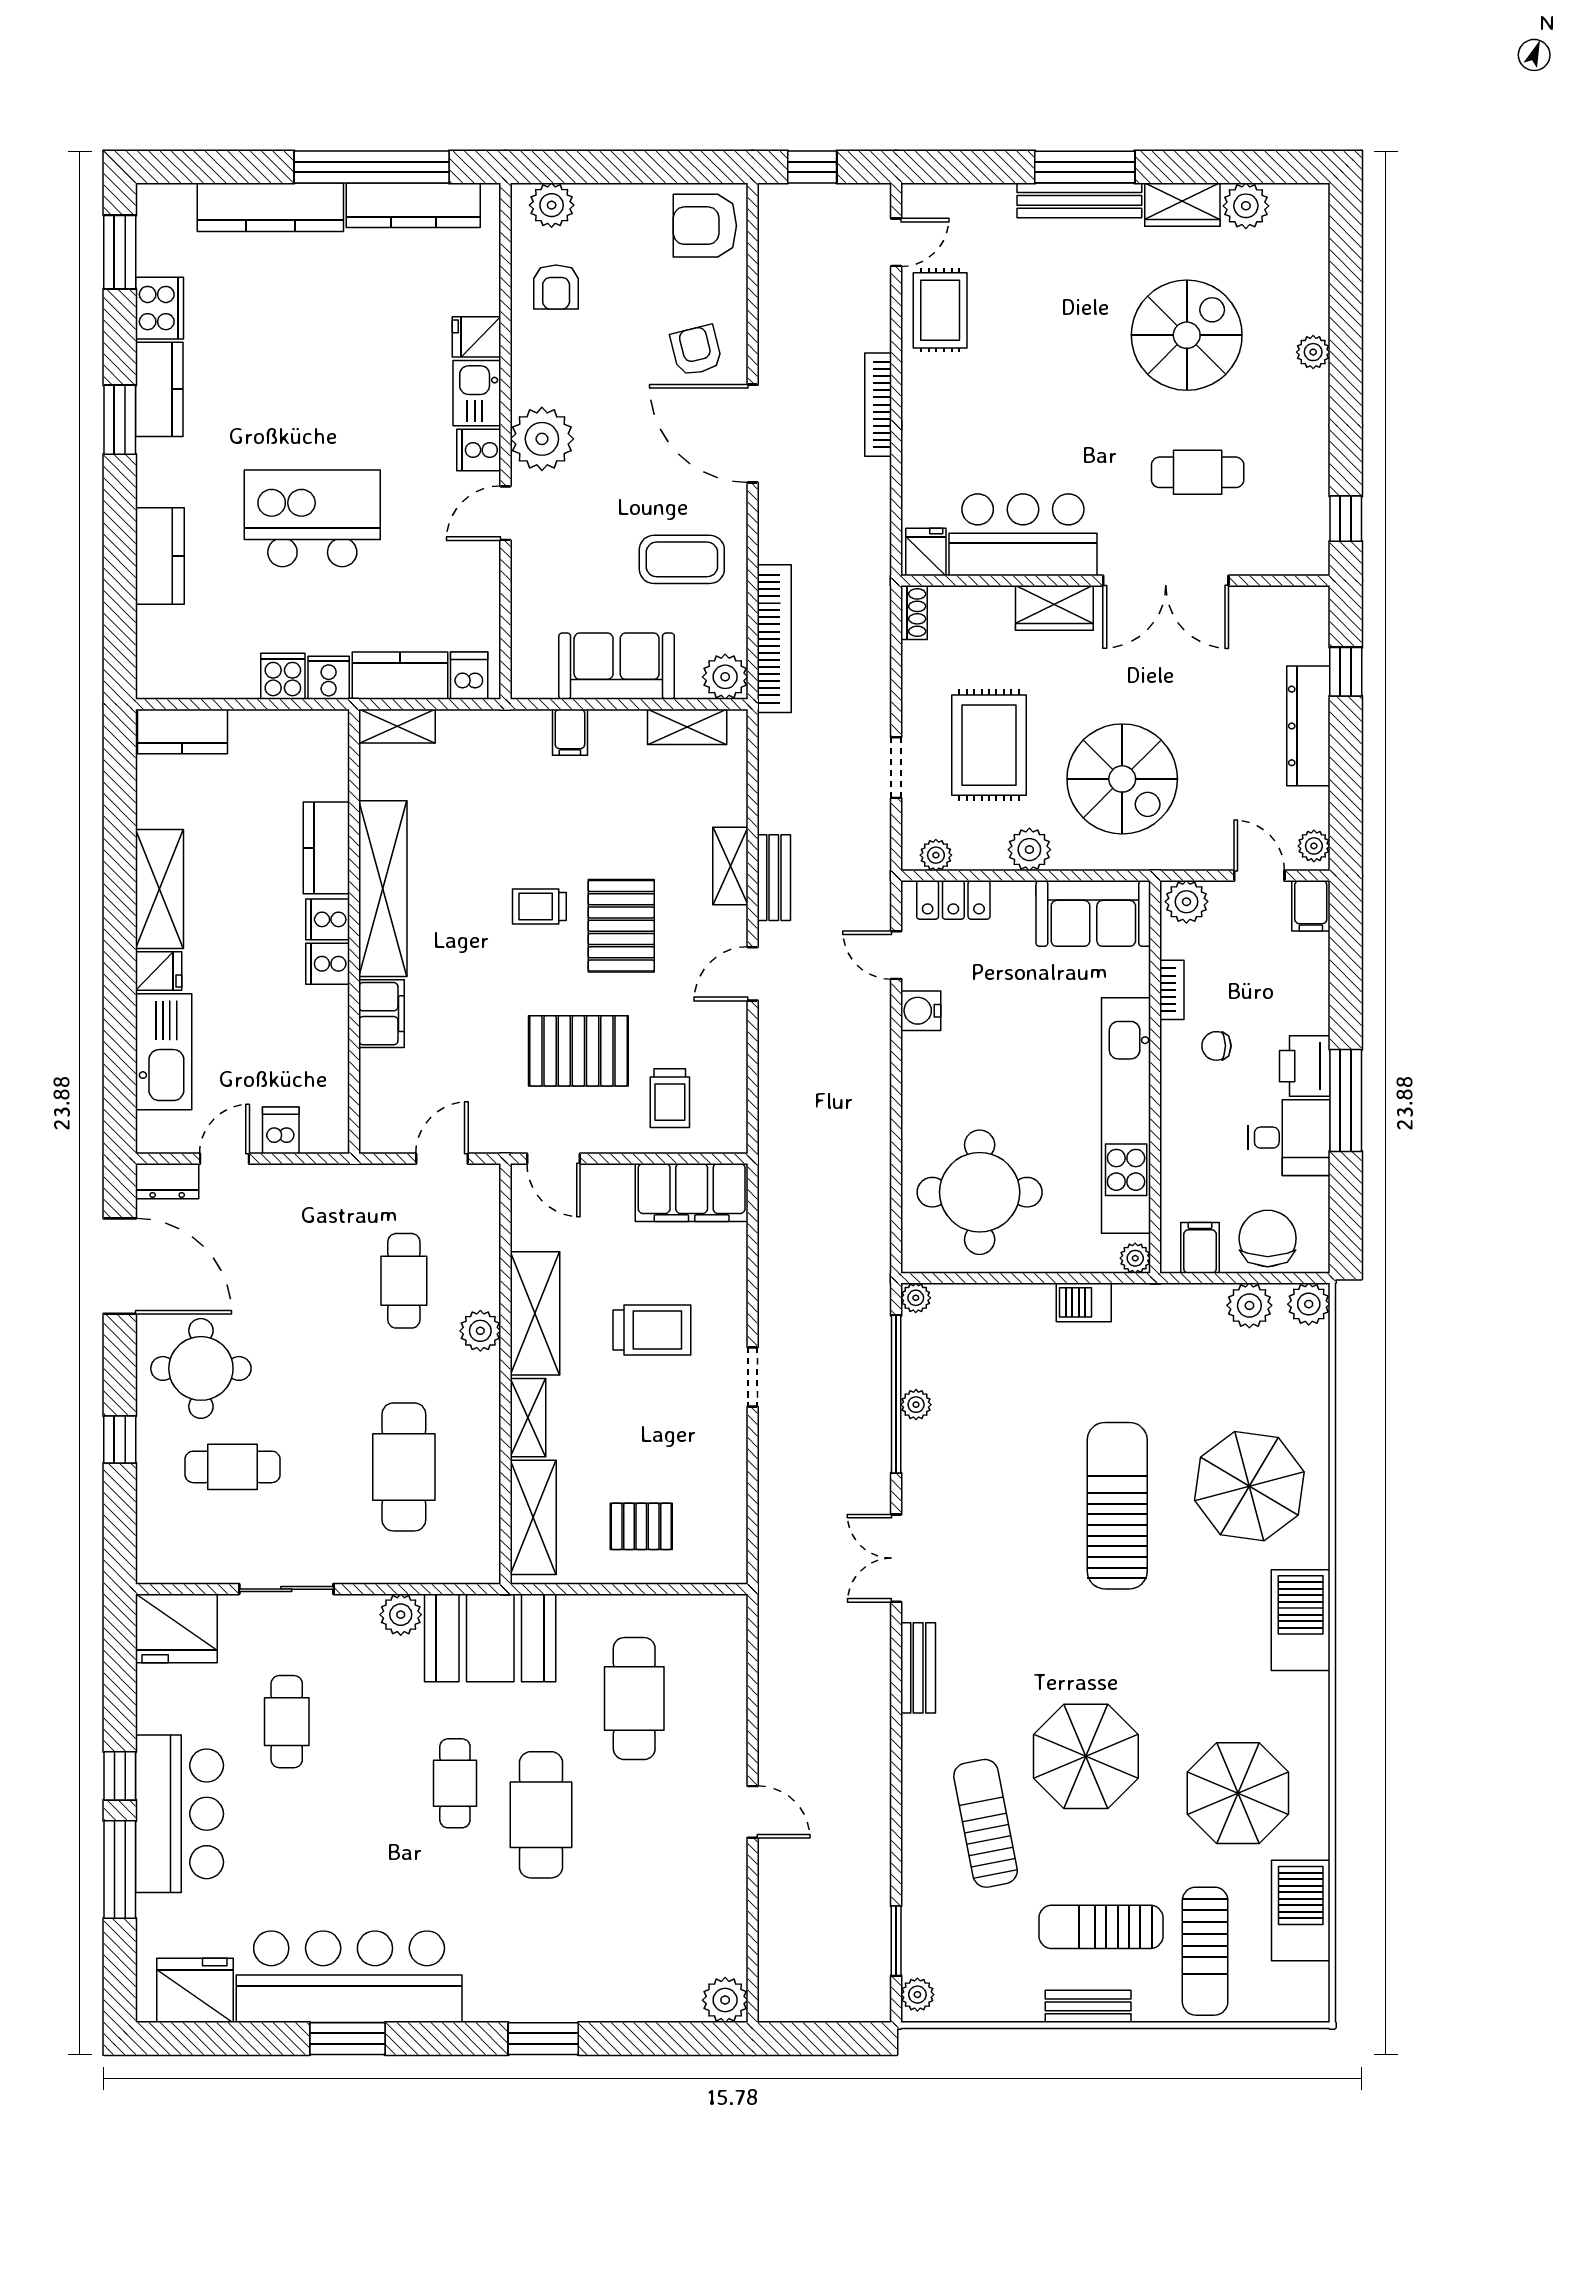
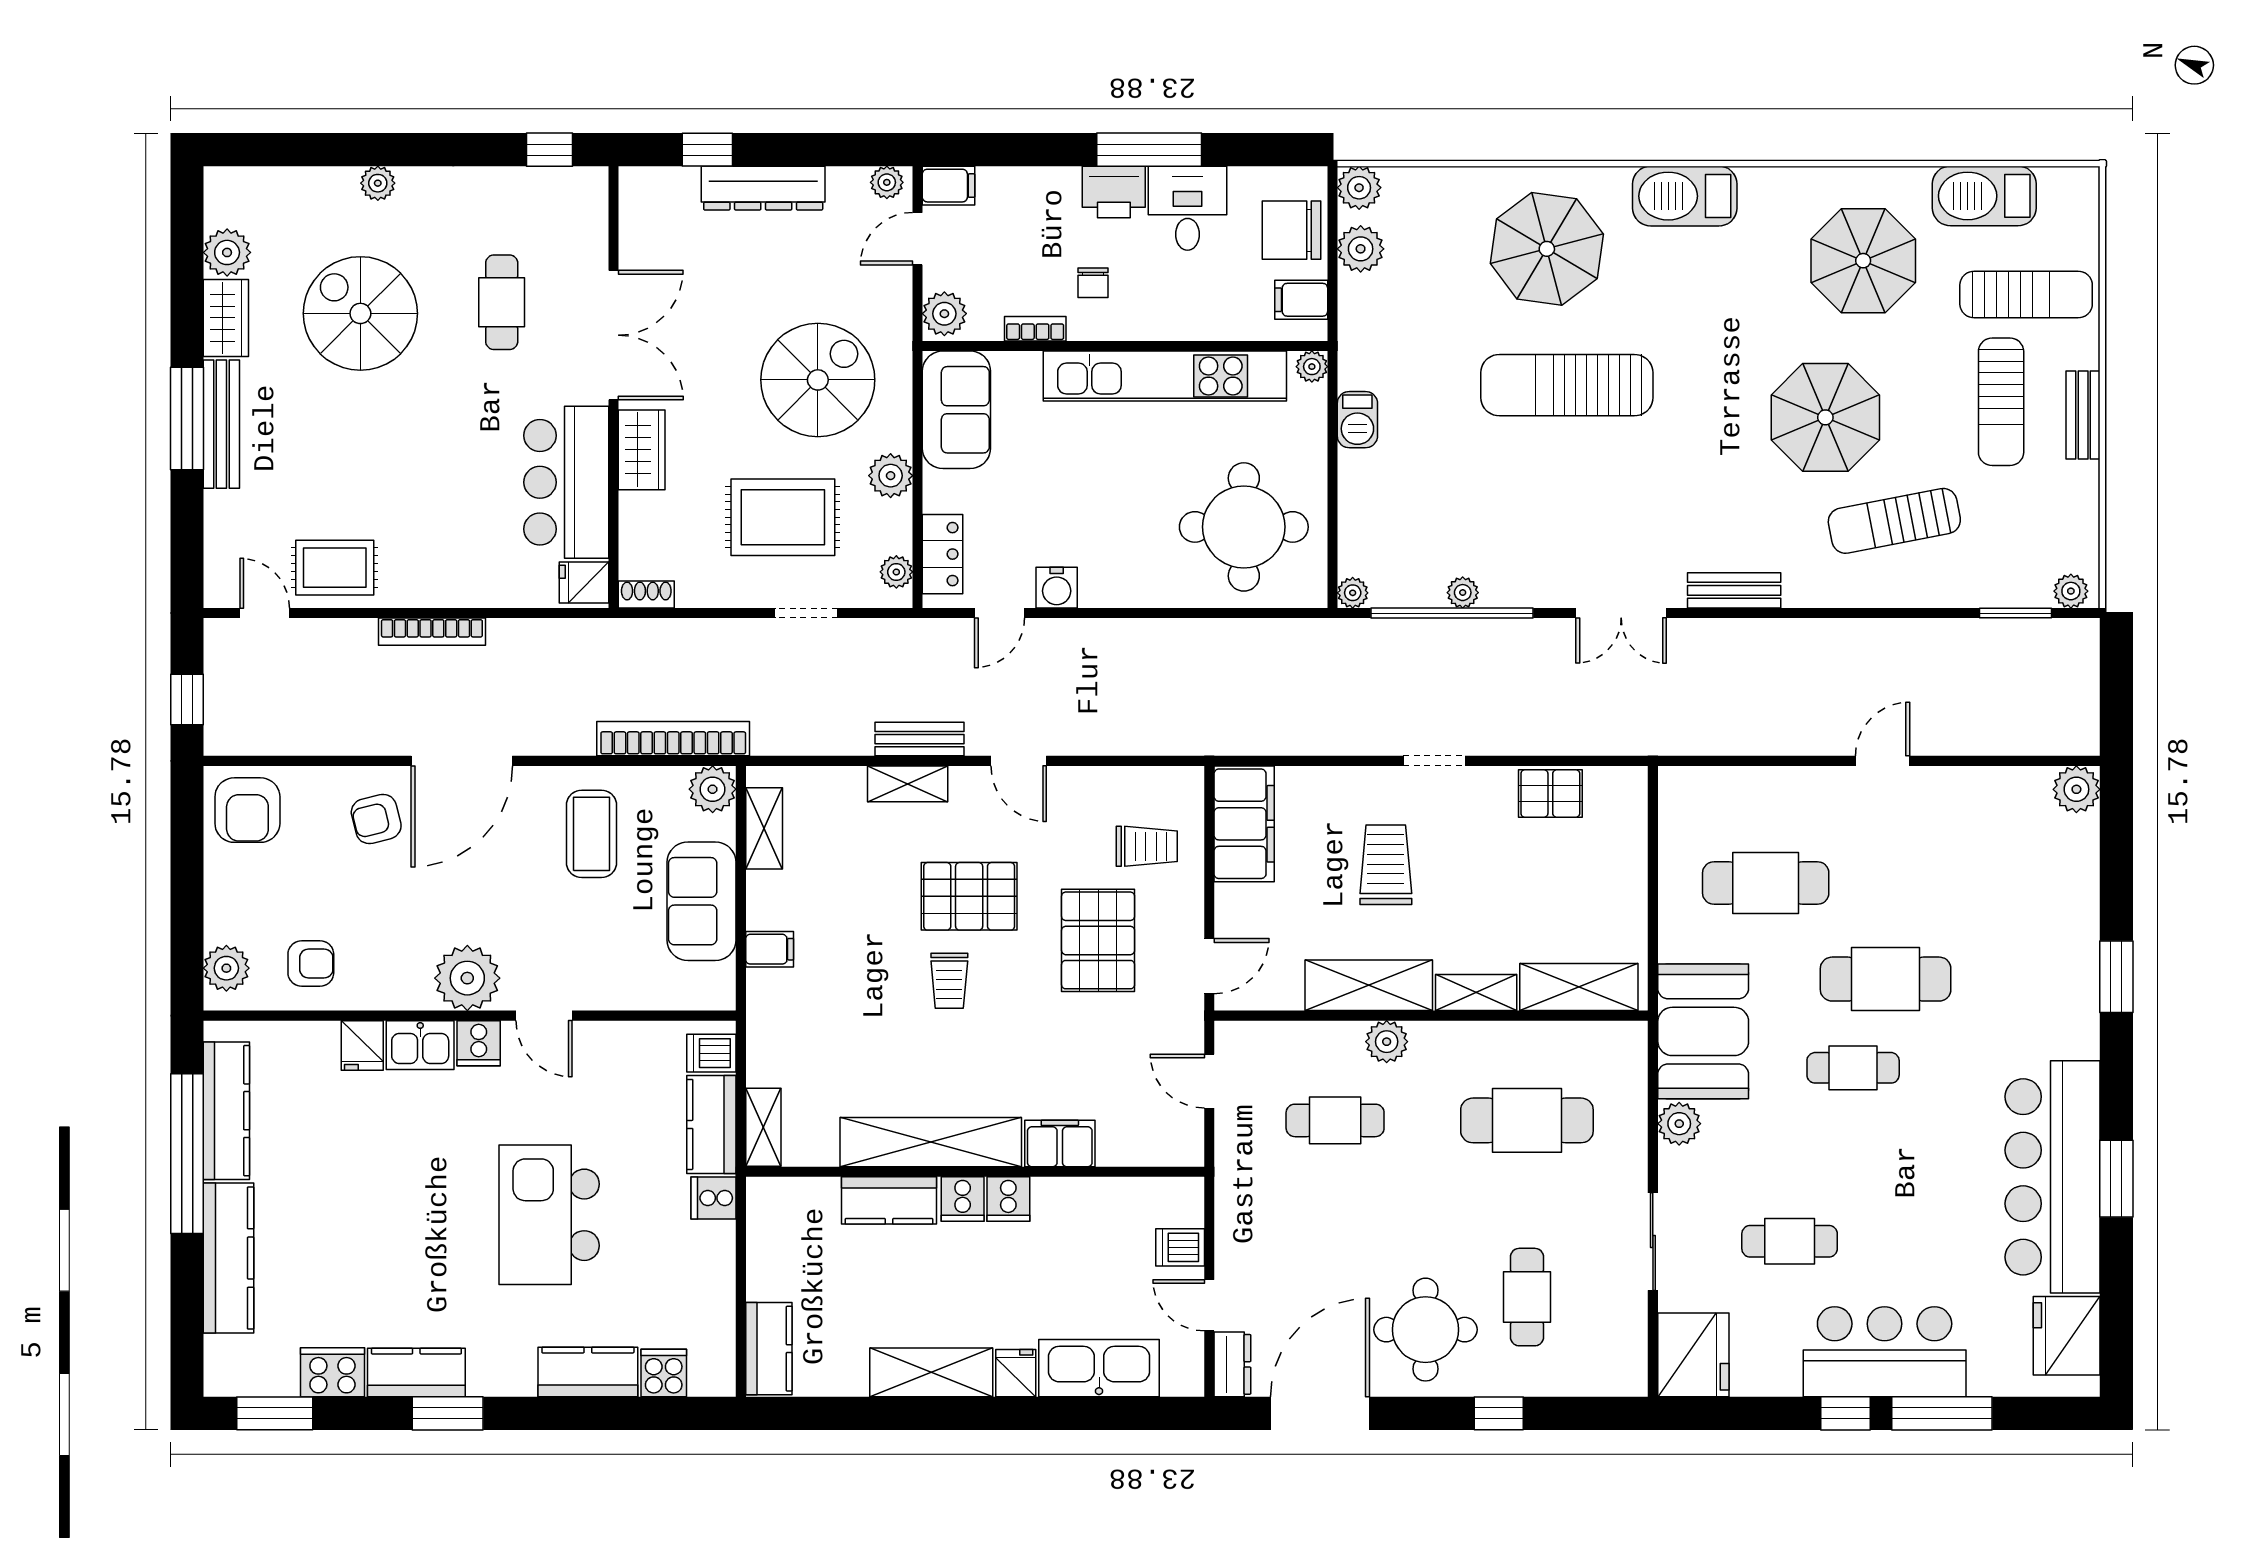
cooker: (283, 676) -> (664, 1373), moved, turned 90
pallet: (641, 1526) -> (1550, 794), moved, turned 90

